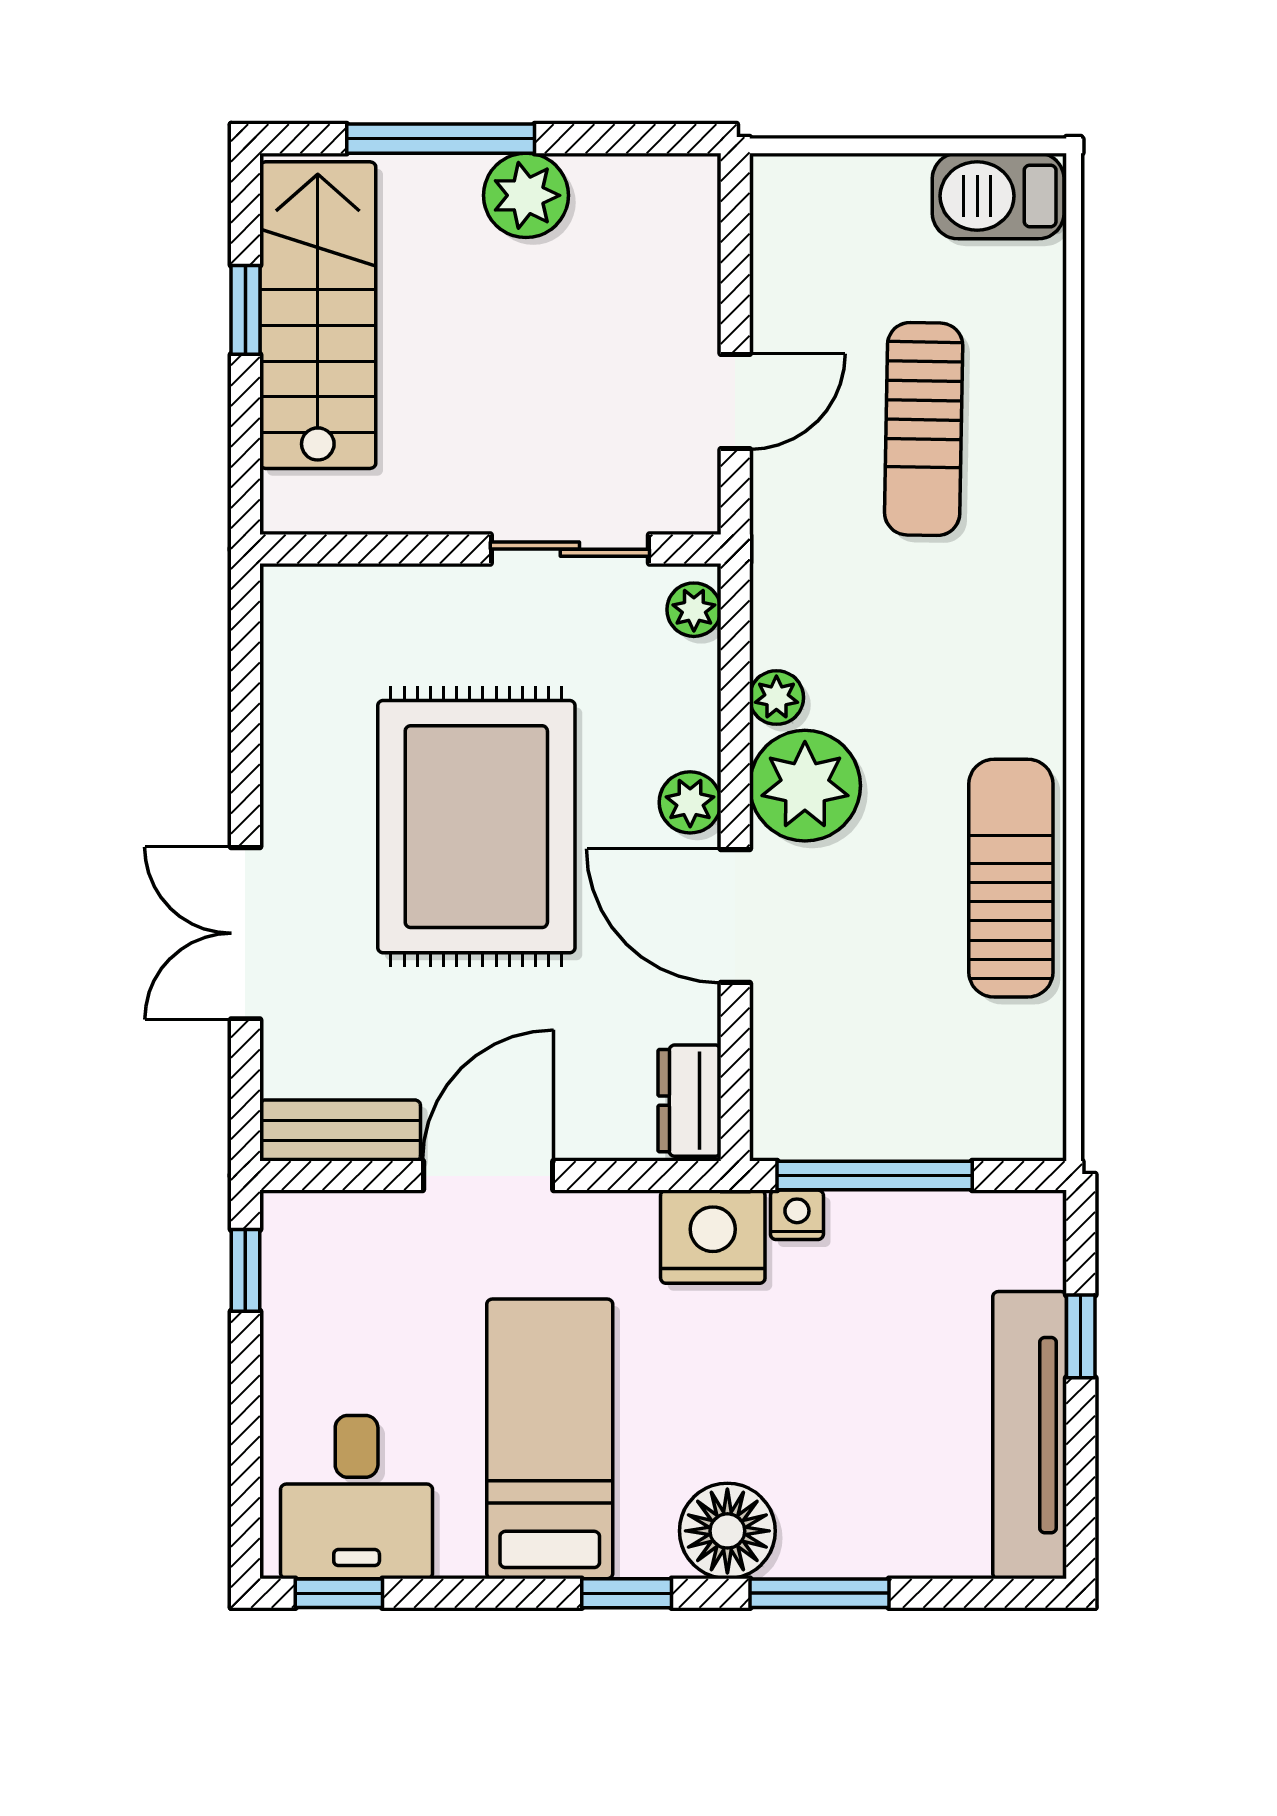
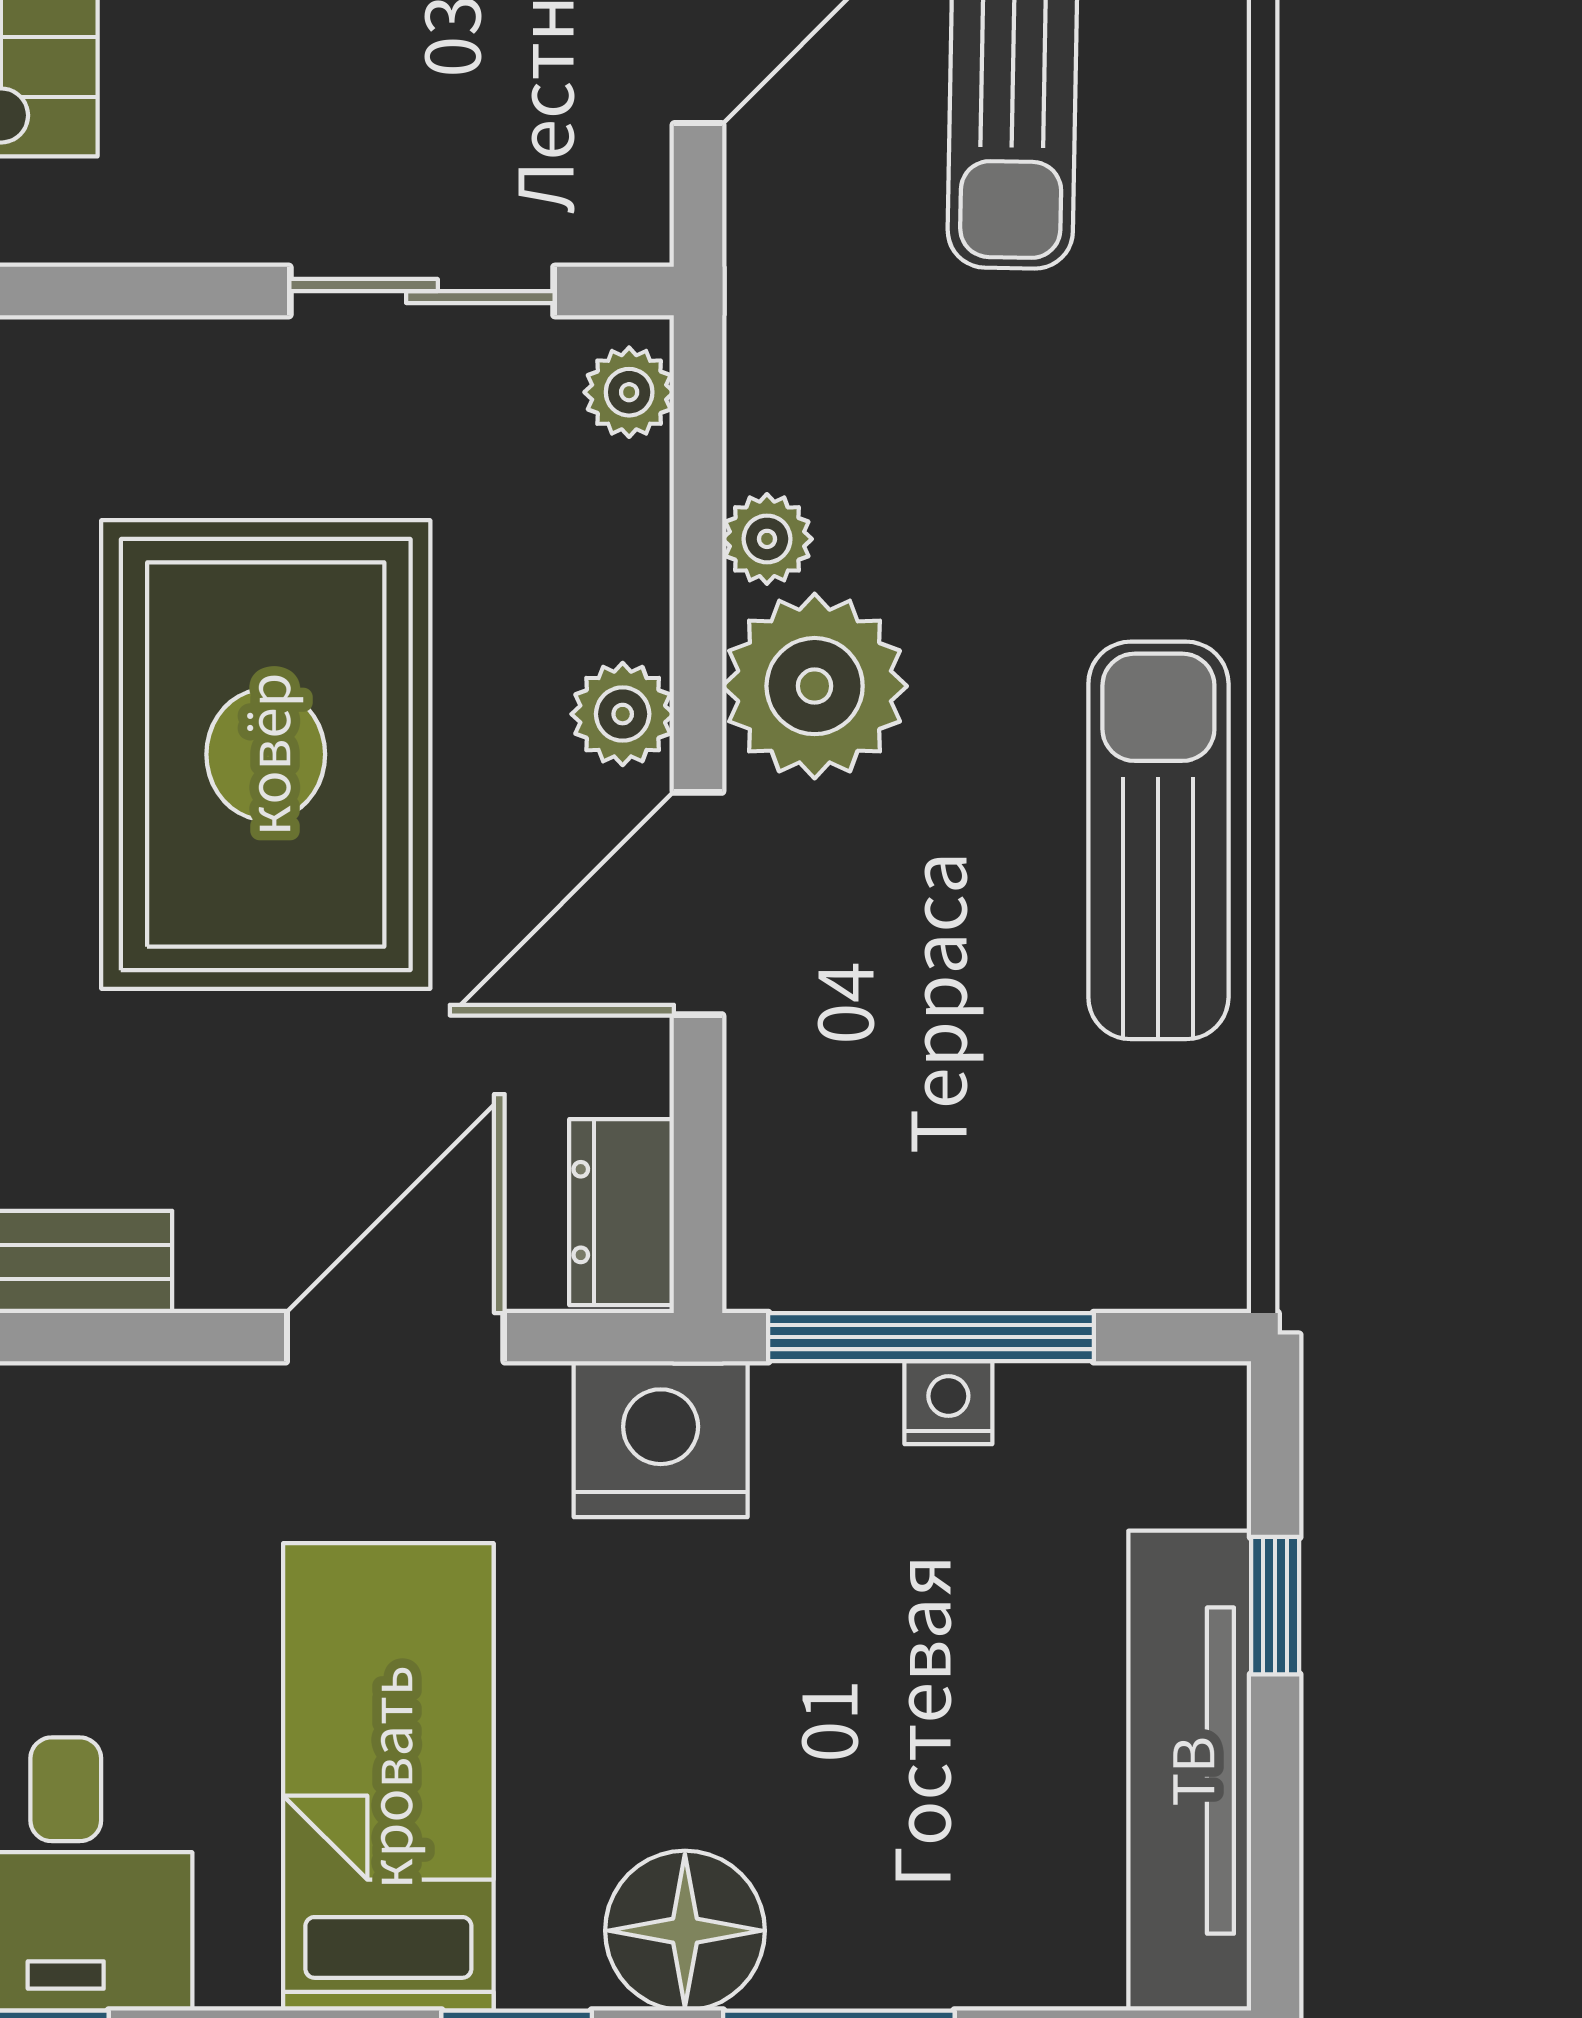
door: (735, 916) -> (698, 904), hinge flipped
door: (488, 1176) -> (395, 1337), moved
nightstand: (797, 1215) -> (948, 1403), moved

